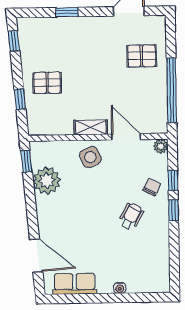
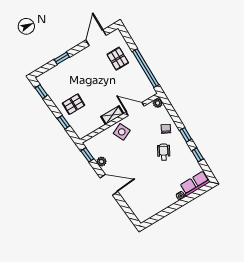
pallet: (142, 56) -> (118, 59), turned 90
window: (173, 180) -> (198, 155), moved
plant: (47, 181) -> (102, 162), width x0.53, depth x0.53
door: (36, 256) -> (109, 185), moved
row of seats: (75, 284) -> (195, 183), moved

